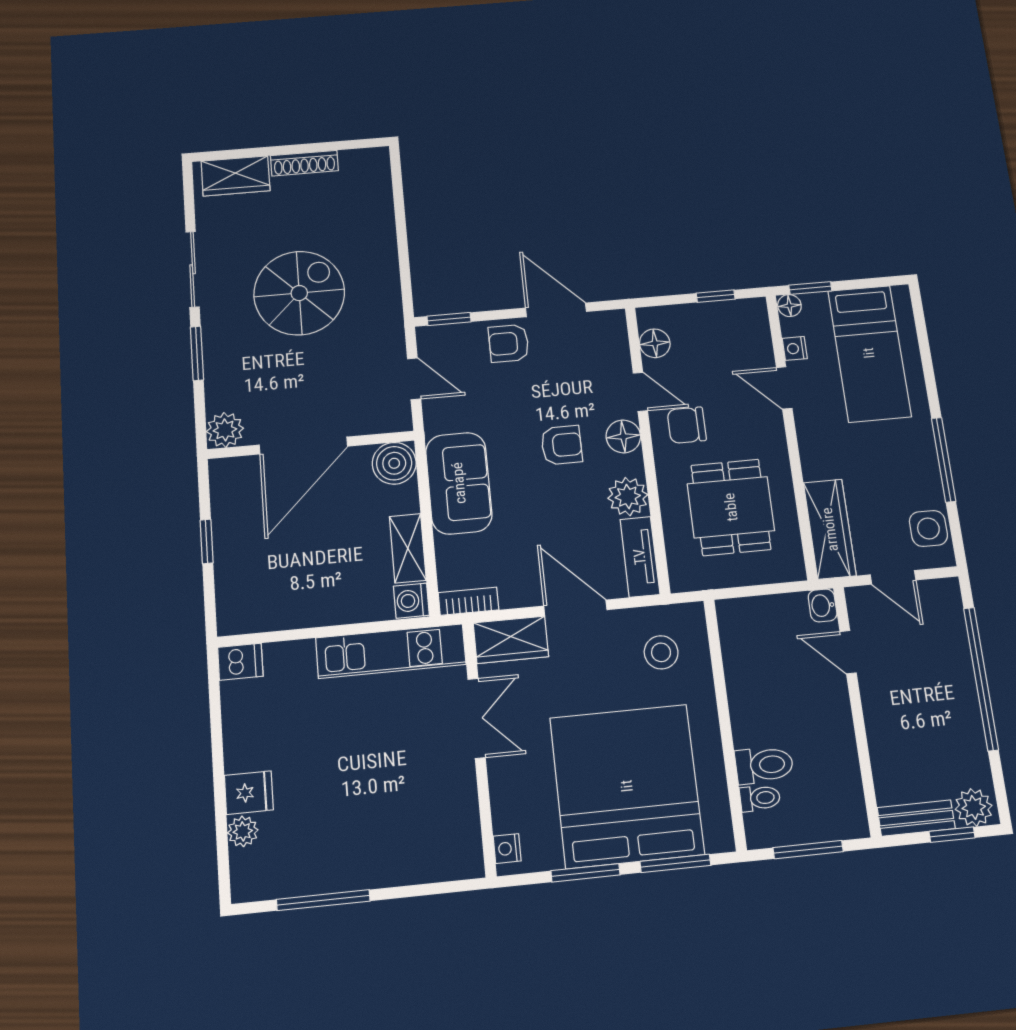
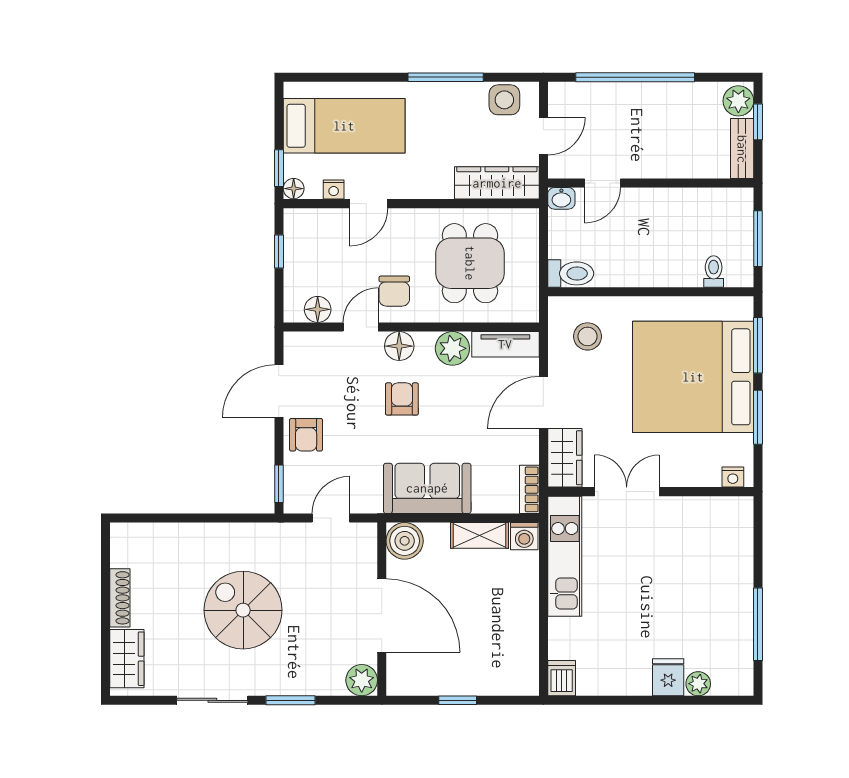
dining table: (731, 507) -> (470, 263), turned 90
toilet: (764, 765) -> (571, 273), moved, turned 90

